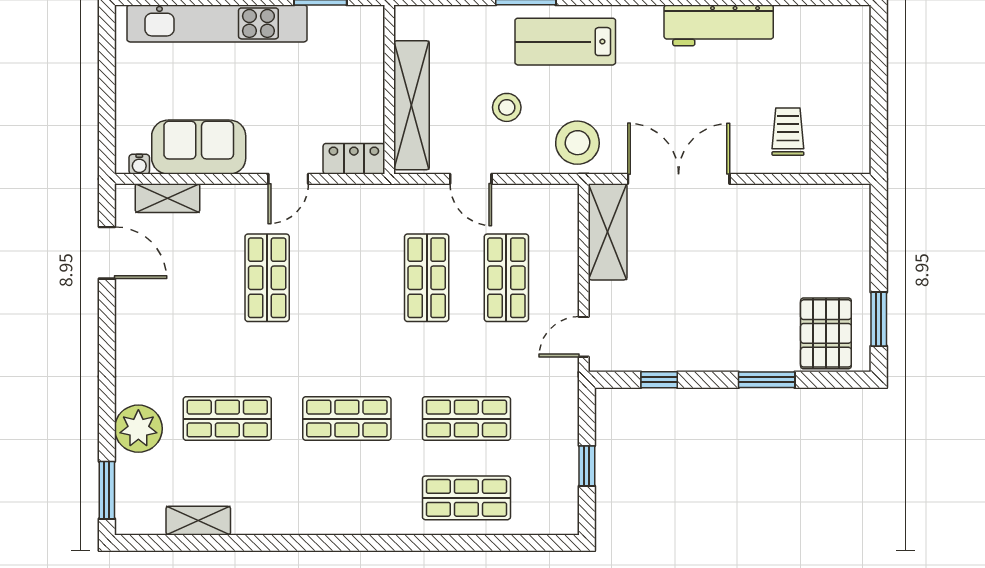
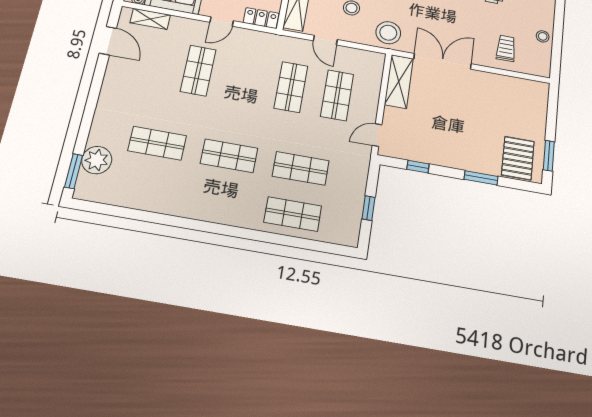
stool: (852, 95) -> (543, 36), added
plant: (138, 429) -> (97, 160), moved
shelving: (198, 521) -> (125, 199), removed

